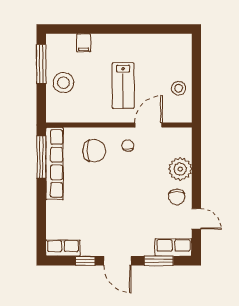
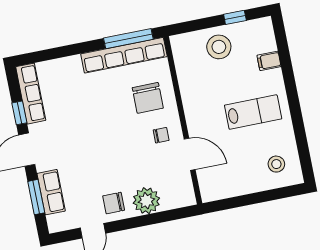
window: (41, 64) -> (235, 17), width x0.46
lab bench: (123, 86) -> (253, 112), moved, turned 180
stool: (179, 88) -> (276, 164), moved
row of seats: (173, 247) -> (51, 192), moved
row of seats: (63, 248) -> (31, 94), width x1.48

